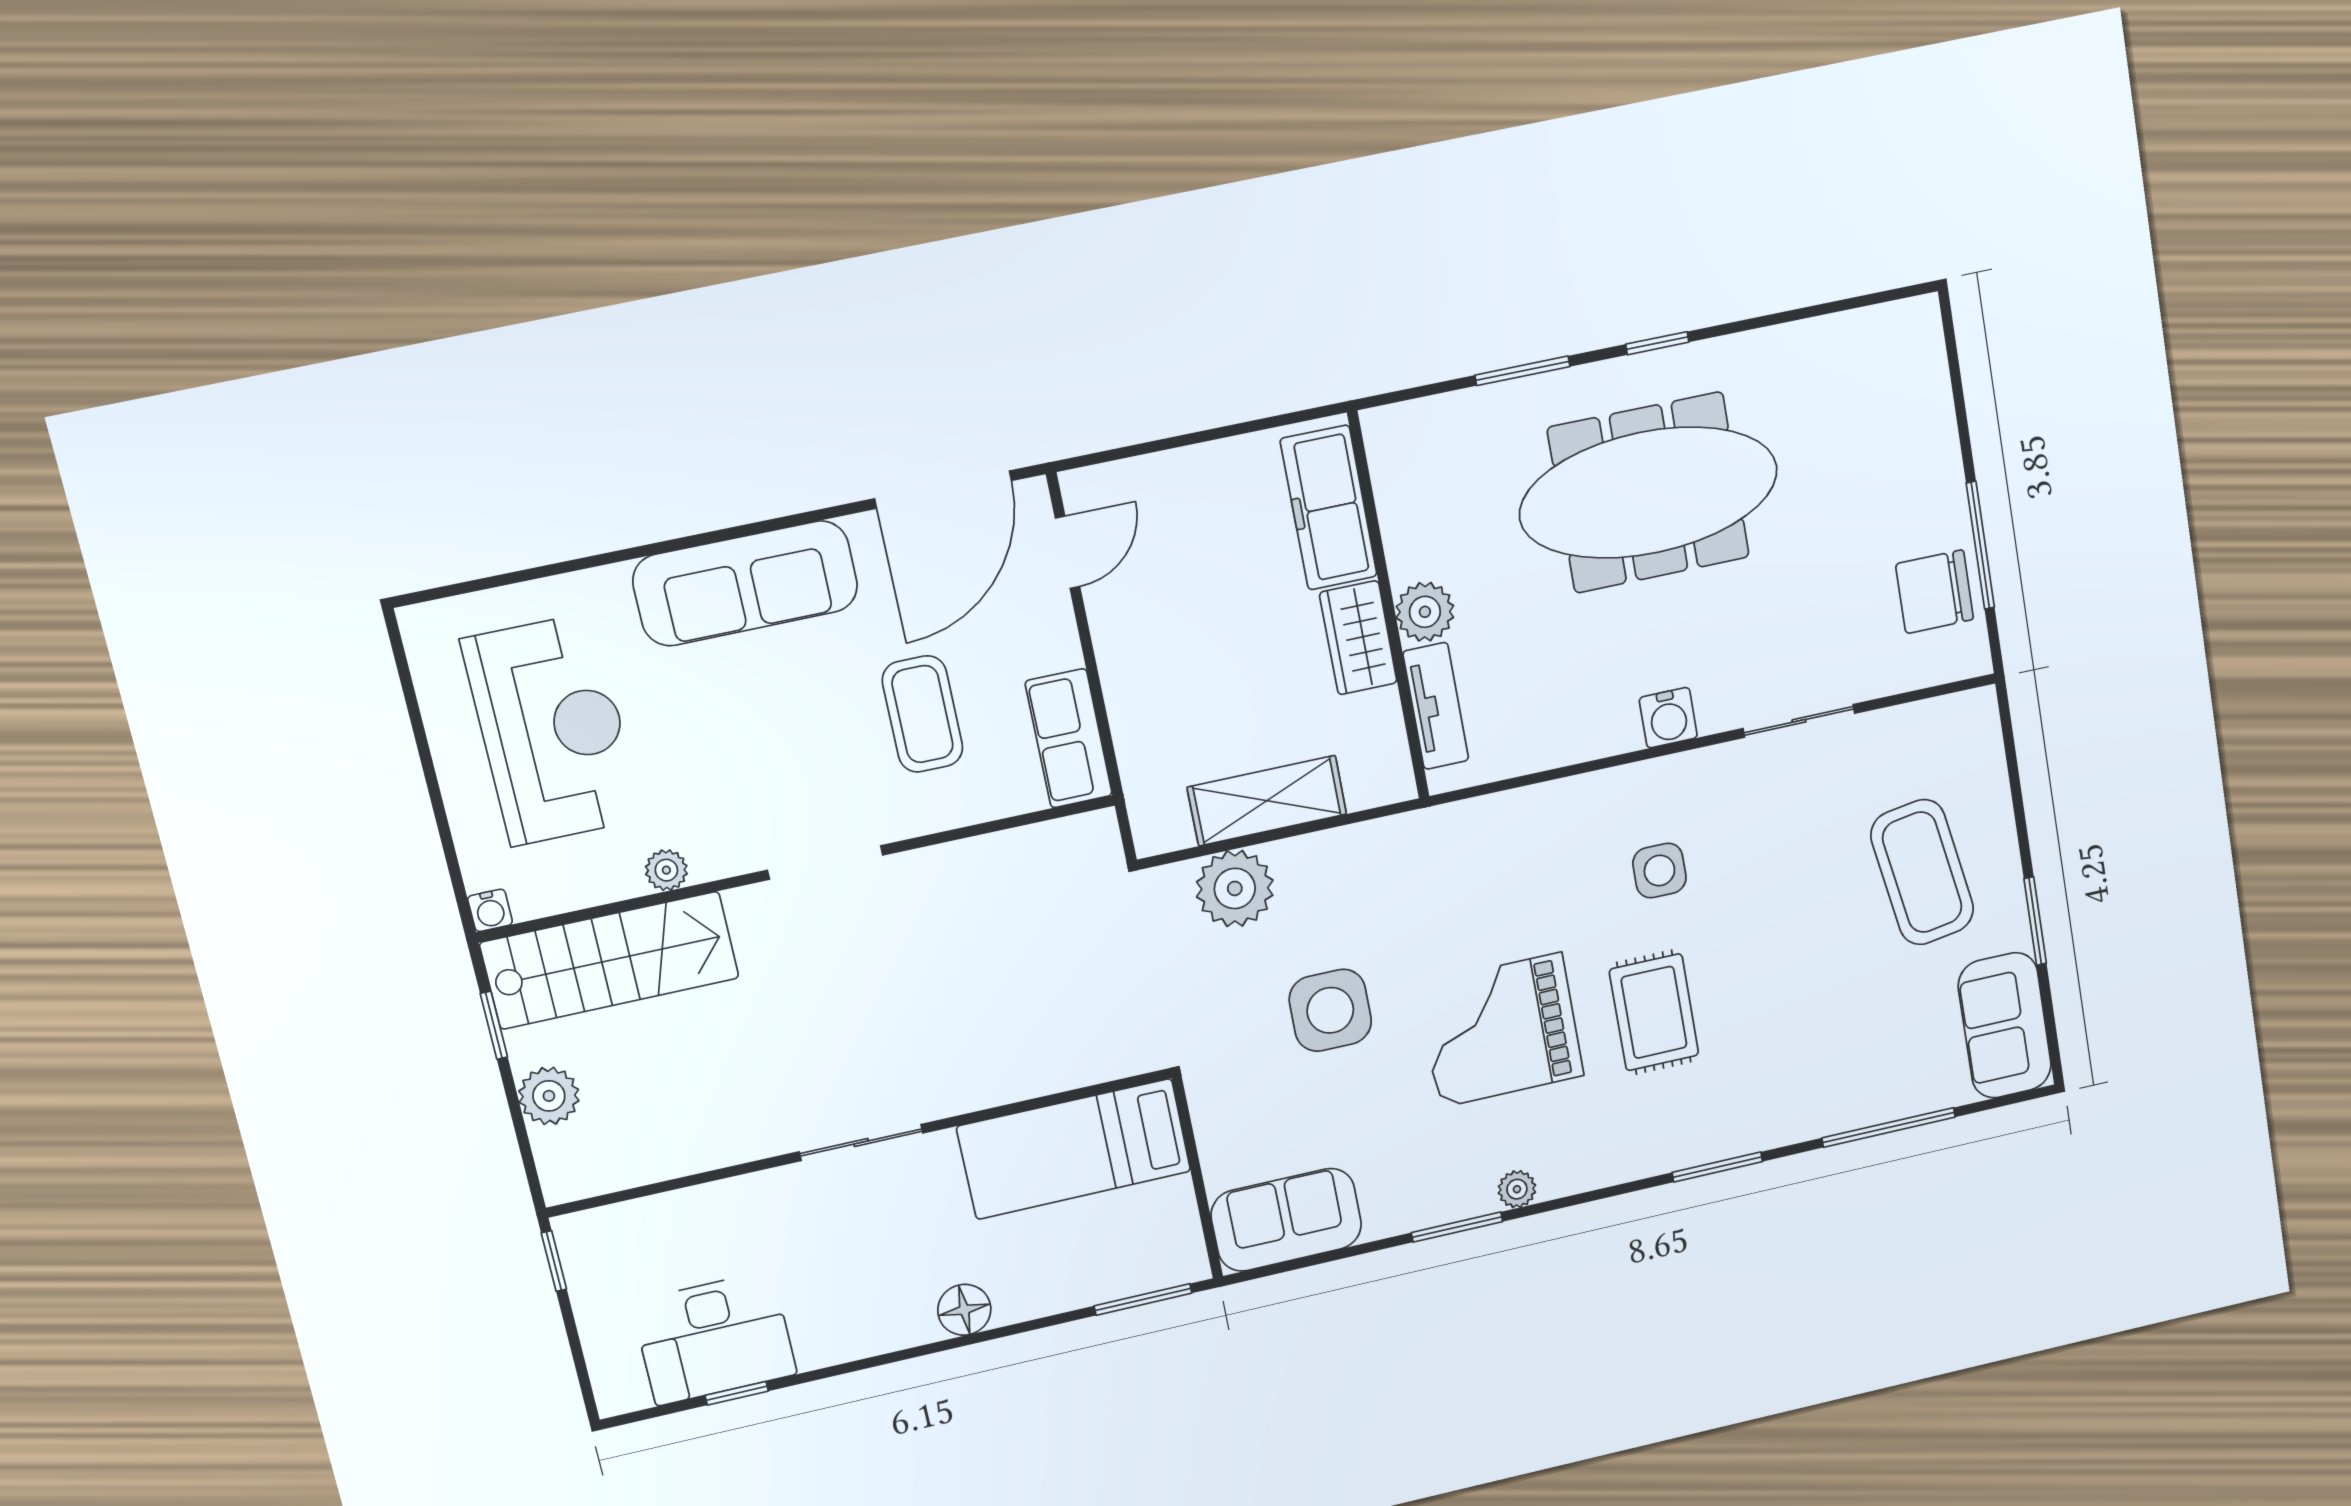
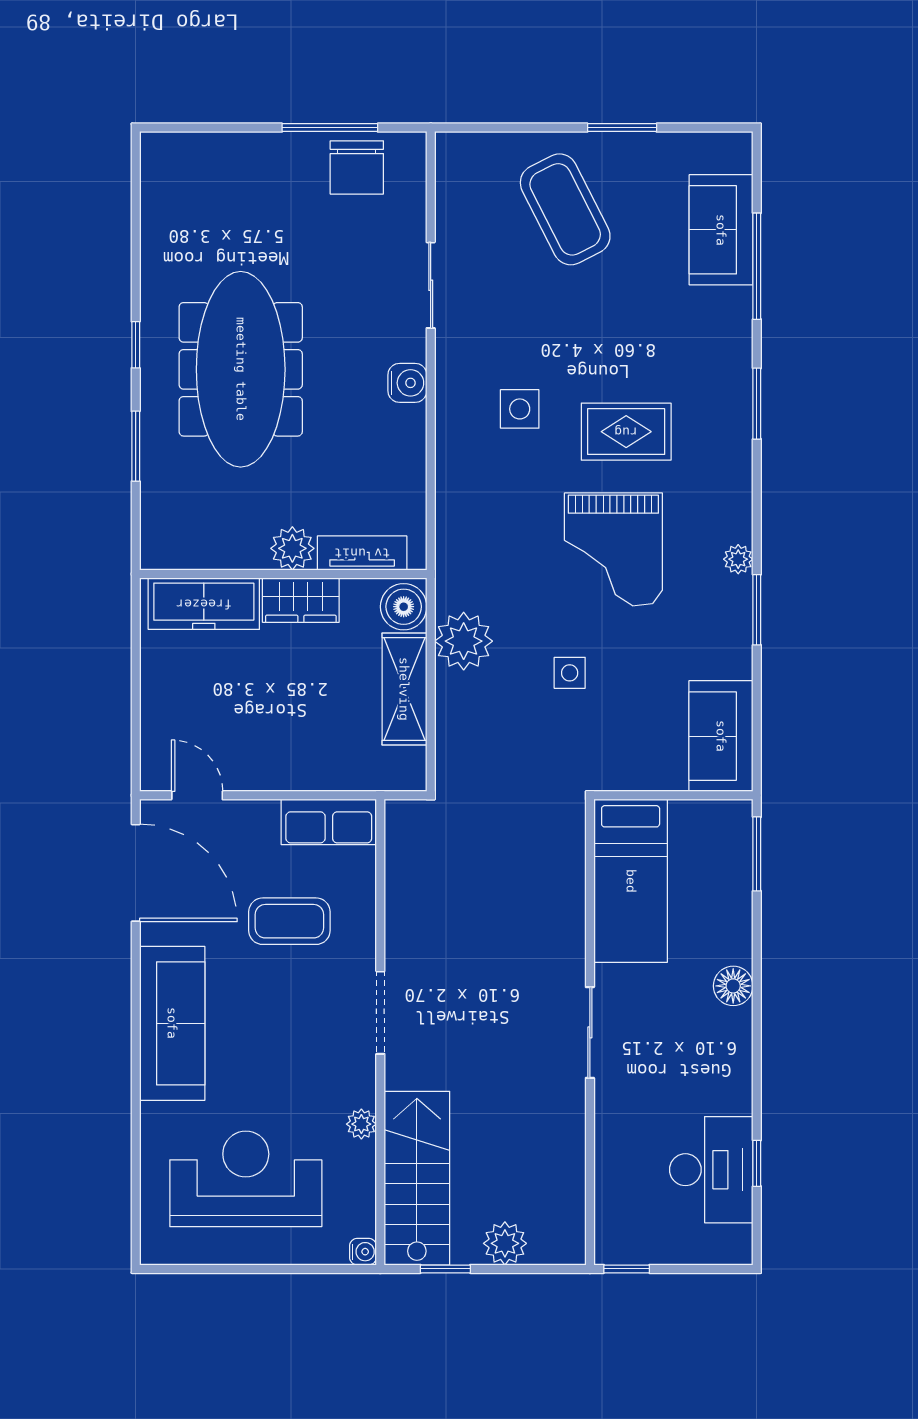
boiler: (1375, 776) -> (404, 607), added
coffee table: (1922, 872) -> (565, 209), turned 72
plant: (1235, 888) -> (464, 641), moved
side table: (1330, 1010) -> (570, 673), width x0.54, depth x0.54
sofa: (2005, 1025) -> (721, 230), moved, turned 90

